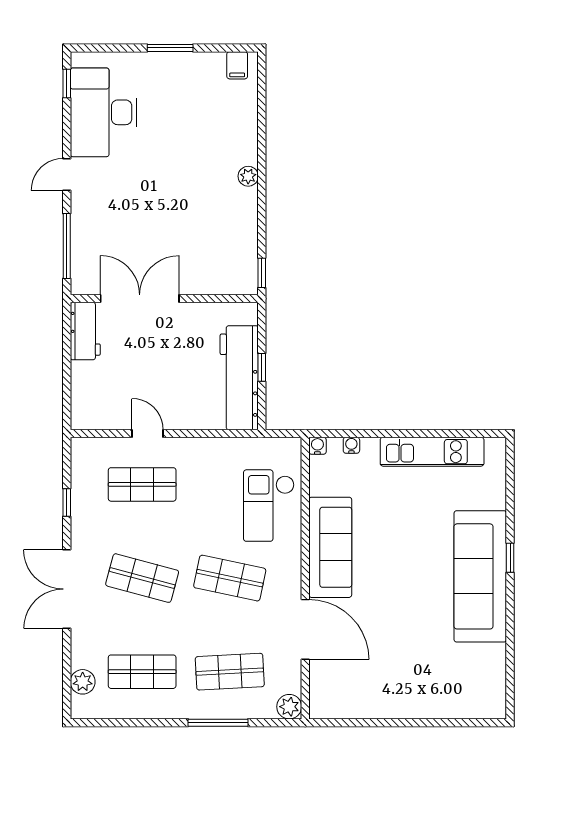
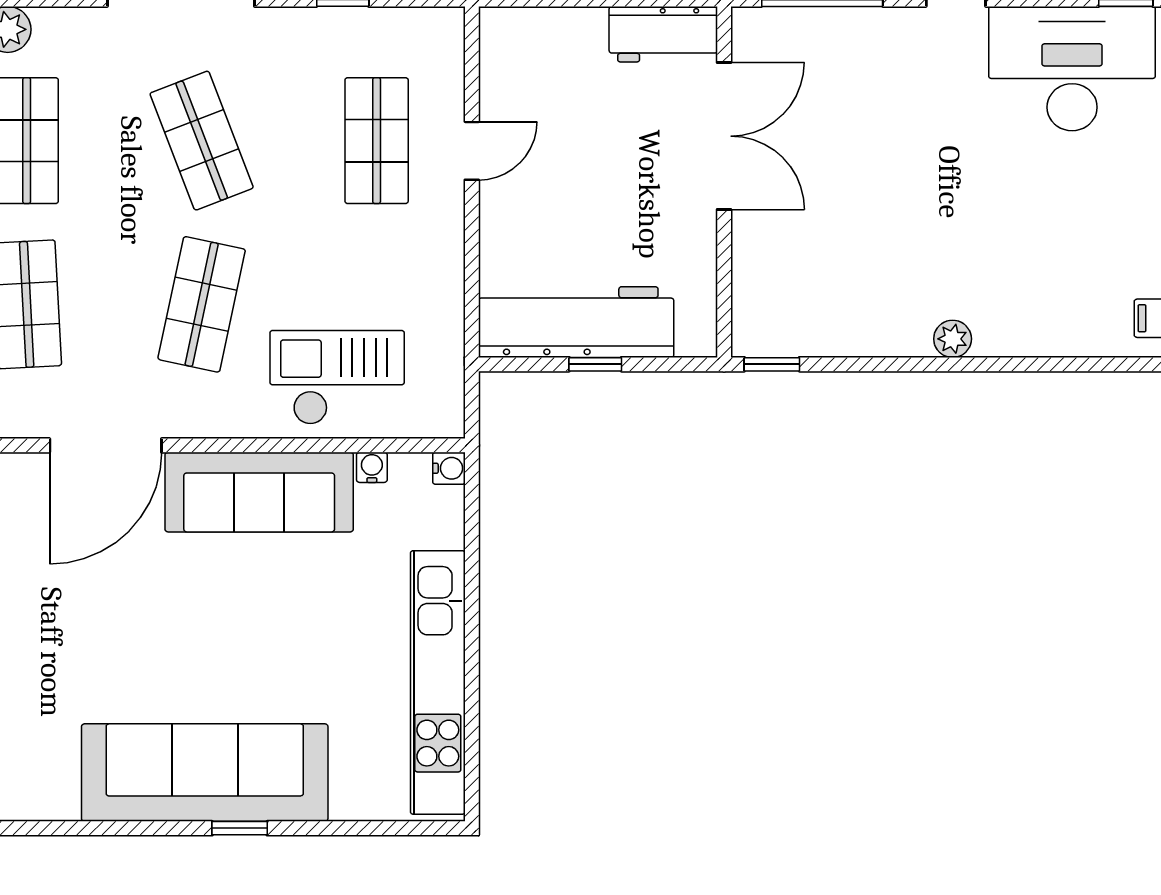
water cooler: (351, 445) -> (372, 467), moved, turned -90
kitchen unit: (432, 452) -> (438, 682), width x1.36
shop shelf: (142, 578) -> (202, 141), turned -36

